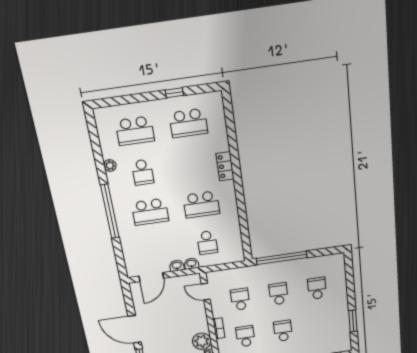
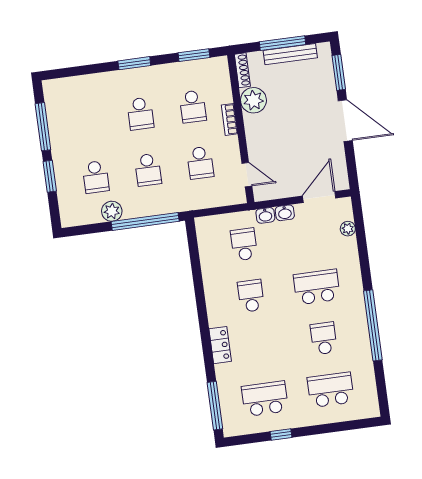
window: (229, 117) -> (215, 406), added
plant: (110, 165) -> (348, 229), moved
school desk: (201, 205) -> (251, 296), width x0.54
window: (110, 211) -> (373, 325), moved
plant: (306, 265) -> (112, 211), added
window: (350, 288) -> (50, 176), added
window: (353, 321) -> (43, 127), width x1.44

